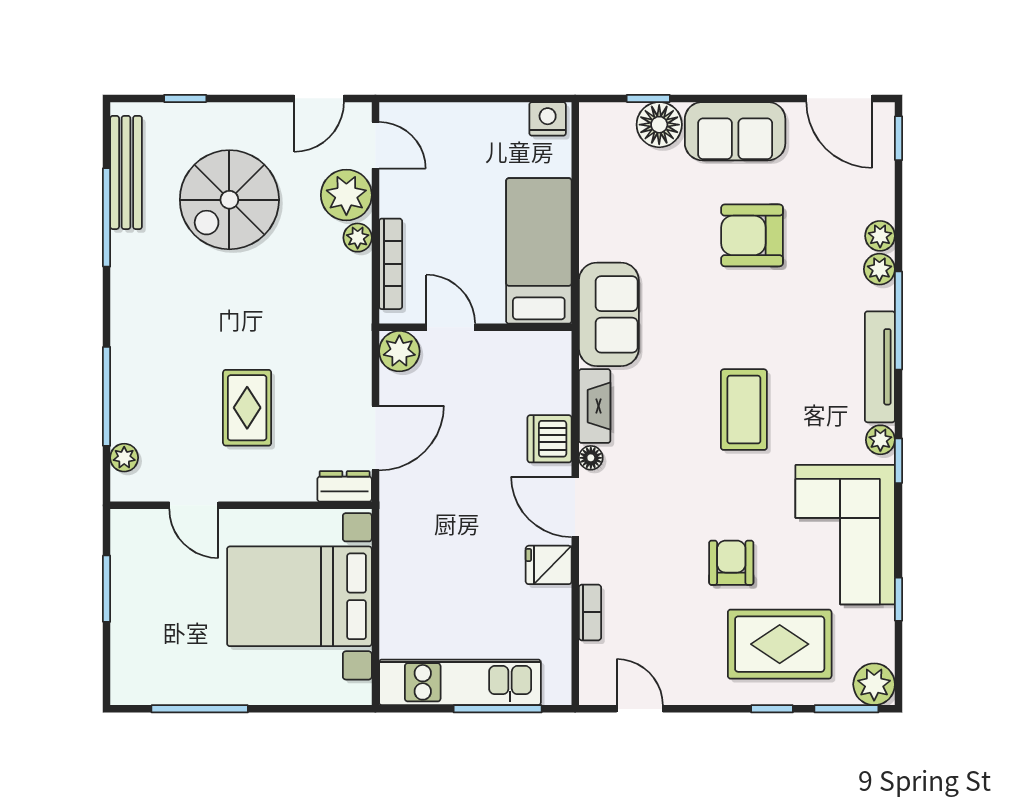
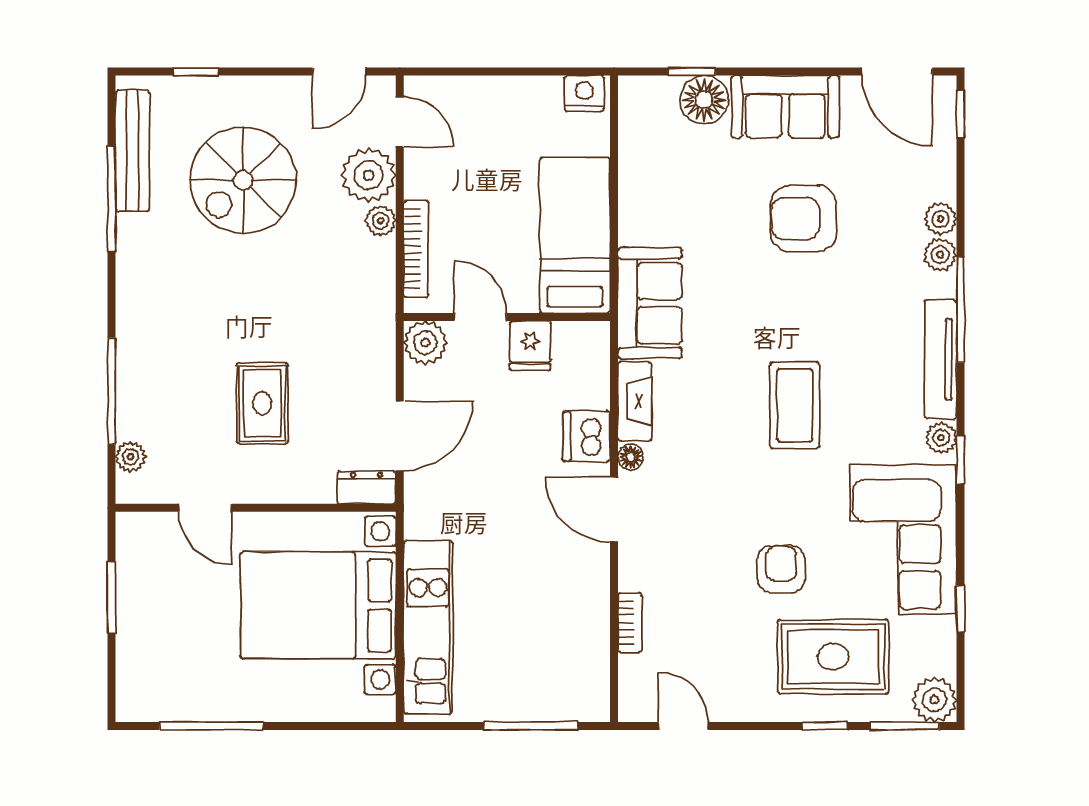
fridge: (549, 565) -> (530, 345), moved, turned -90
kitchen unit: (460, 682) -> (428, 627), moved, turned 90

